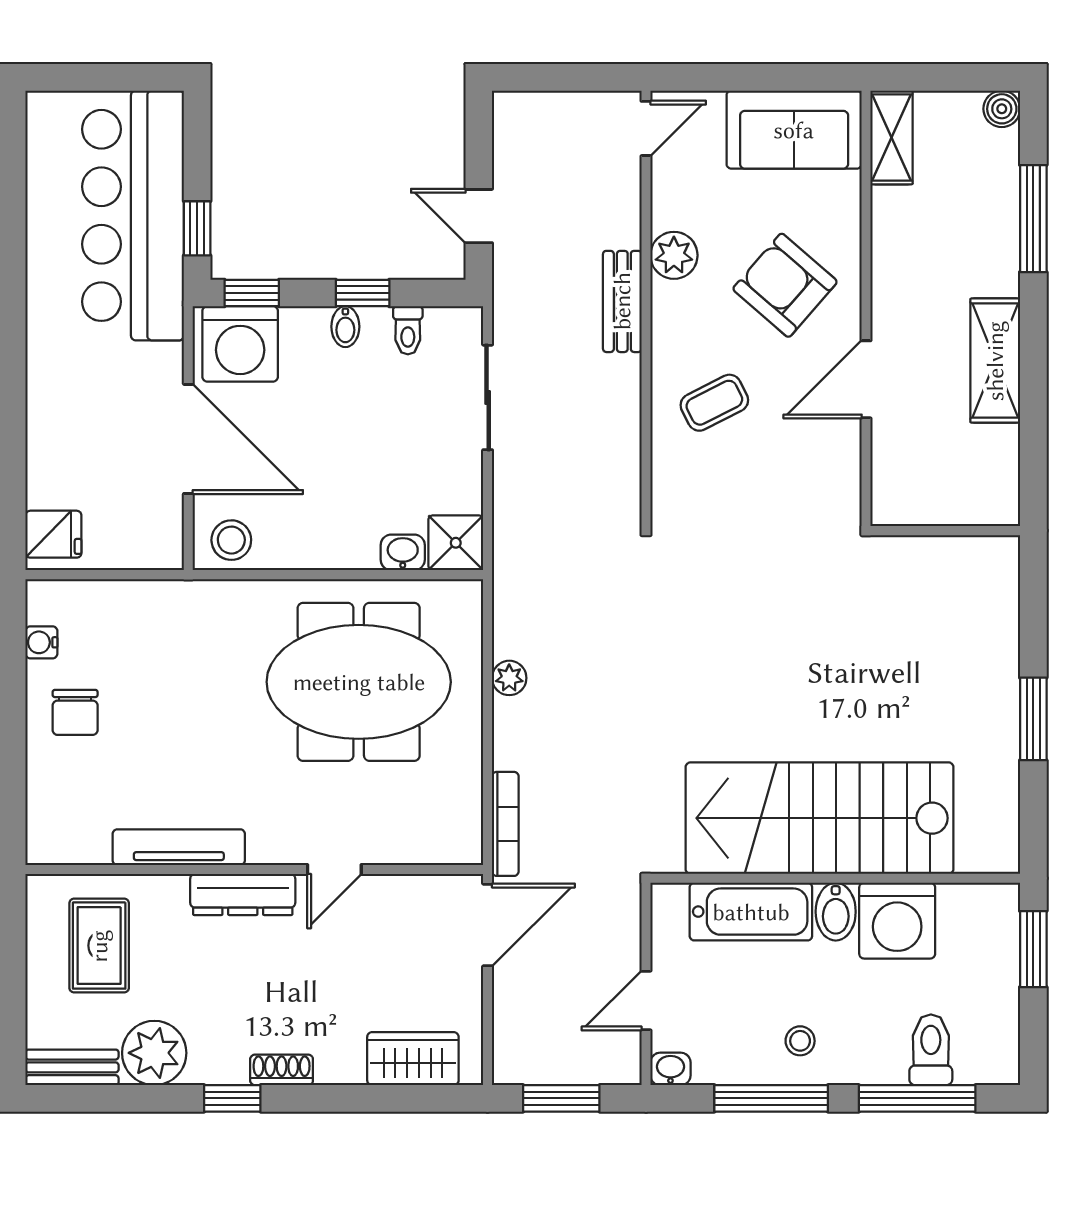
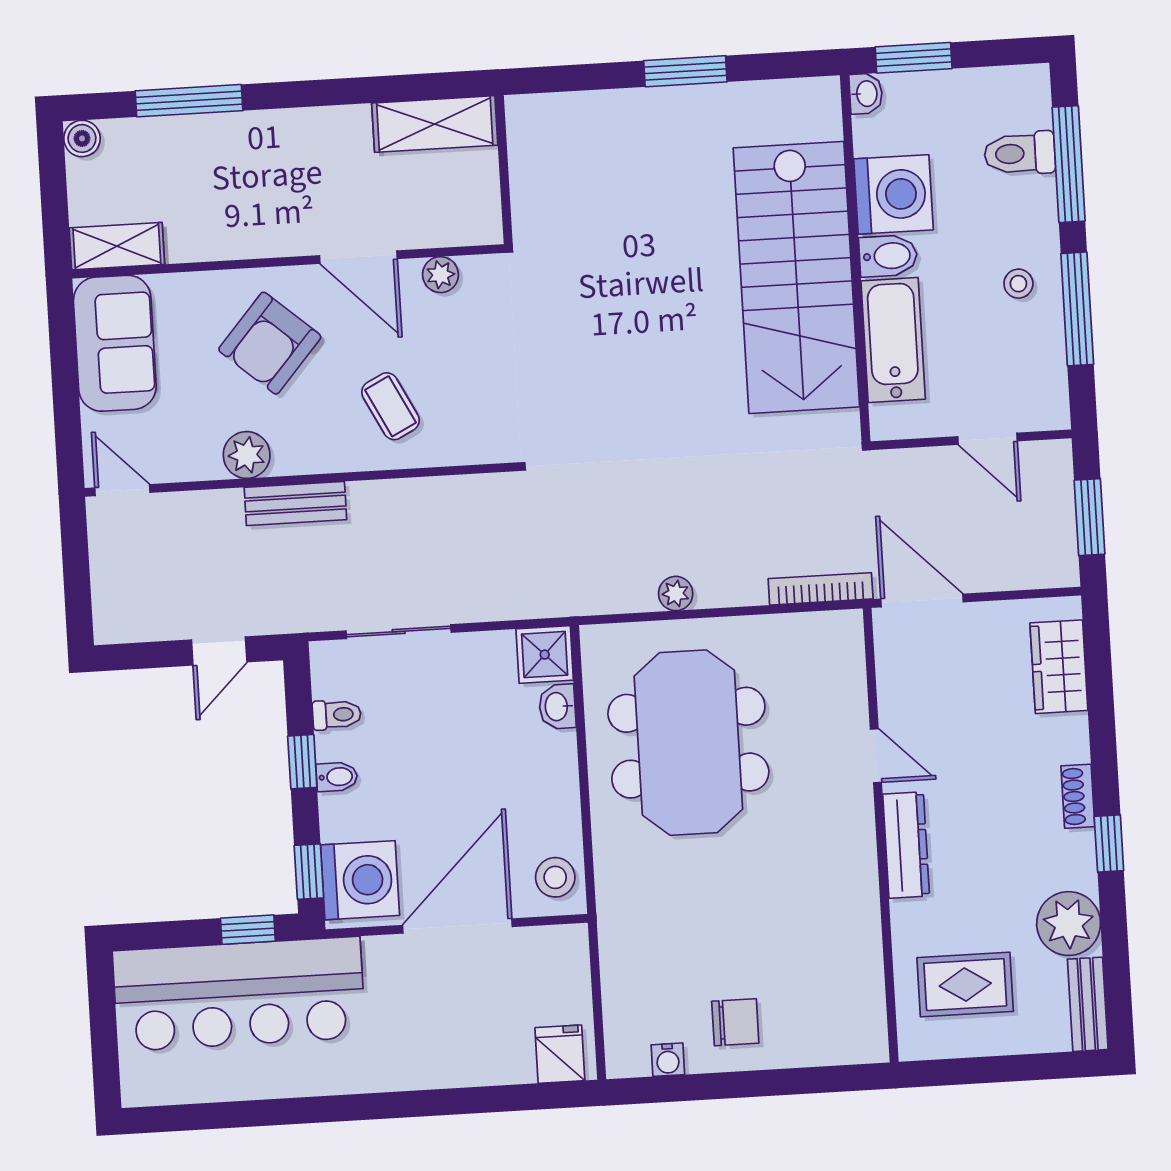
shelving: (995, 361) -> (435, 124), moved
plant: (844, 461) -> (440, 275), added
tv unit: (179, 847) -> (863, 911), removed
washbasin: (670, 1069) -> (866, 94), moved, turned 180

